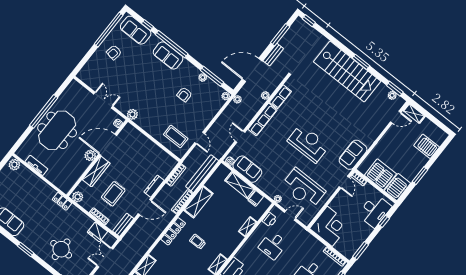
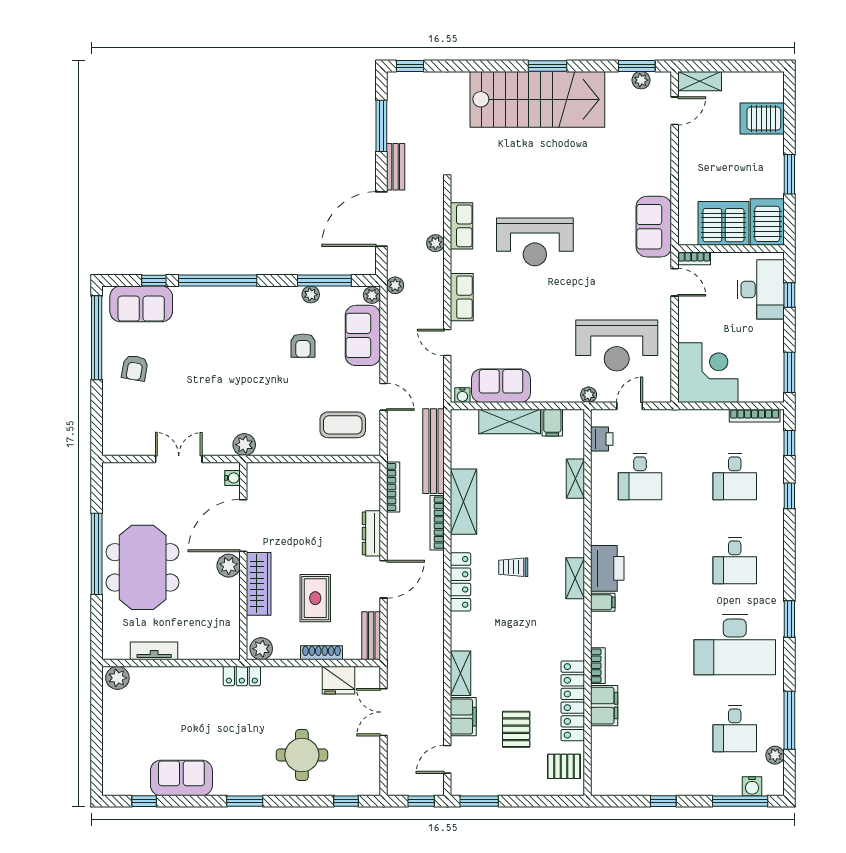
sofa: (168, 55) -> (363, 335), moved, turned 90
row of seats: (263, 119) -> (462, 297), width x0.68
reception desk: (308, 143) -> (535, 242), moved, turned 180

